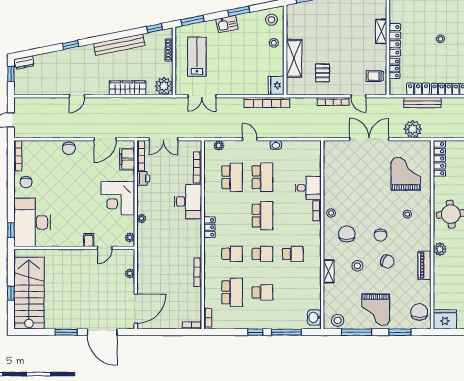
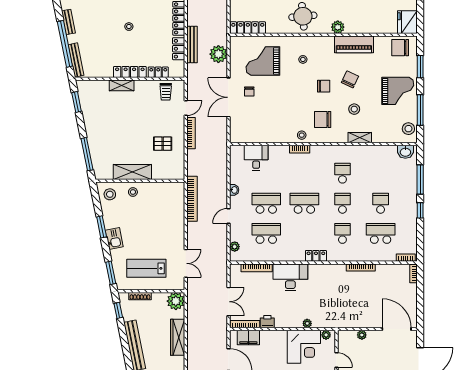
shelving: (294, 58) -> (132, 172), moved
fridge: (276, 85) -> (175, 190), removed
chair: (375, 160) -> (249, 92), added
desk: (308, 188) -> (256, 158), moved
corner desk: (118, 198) -> (304, 347), moved
piano: (425, 265) -> (354, 44), width x1.37, depth x1.33

